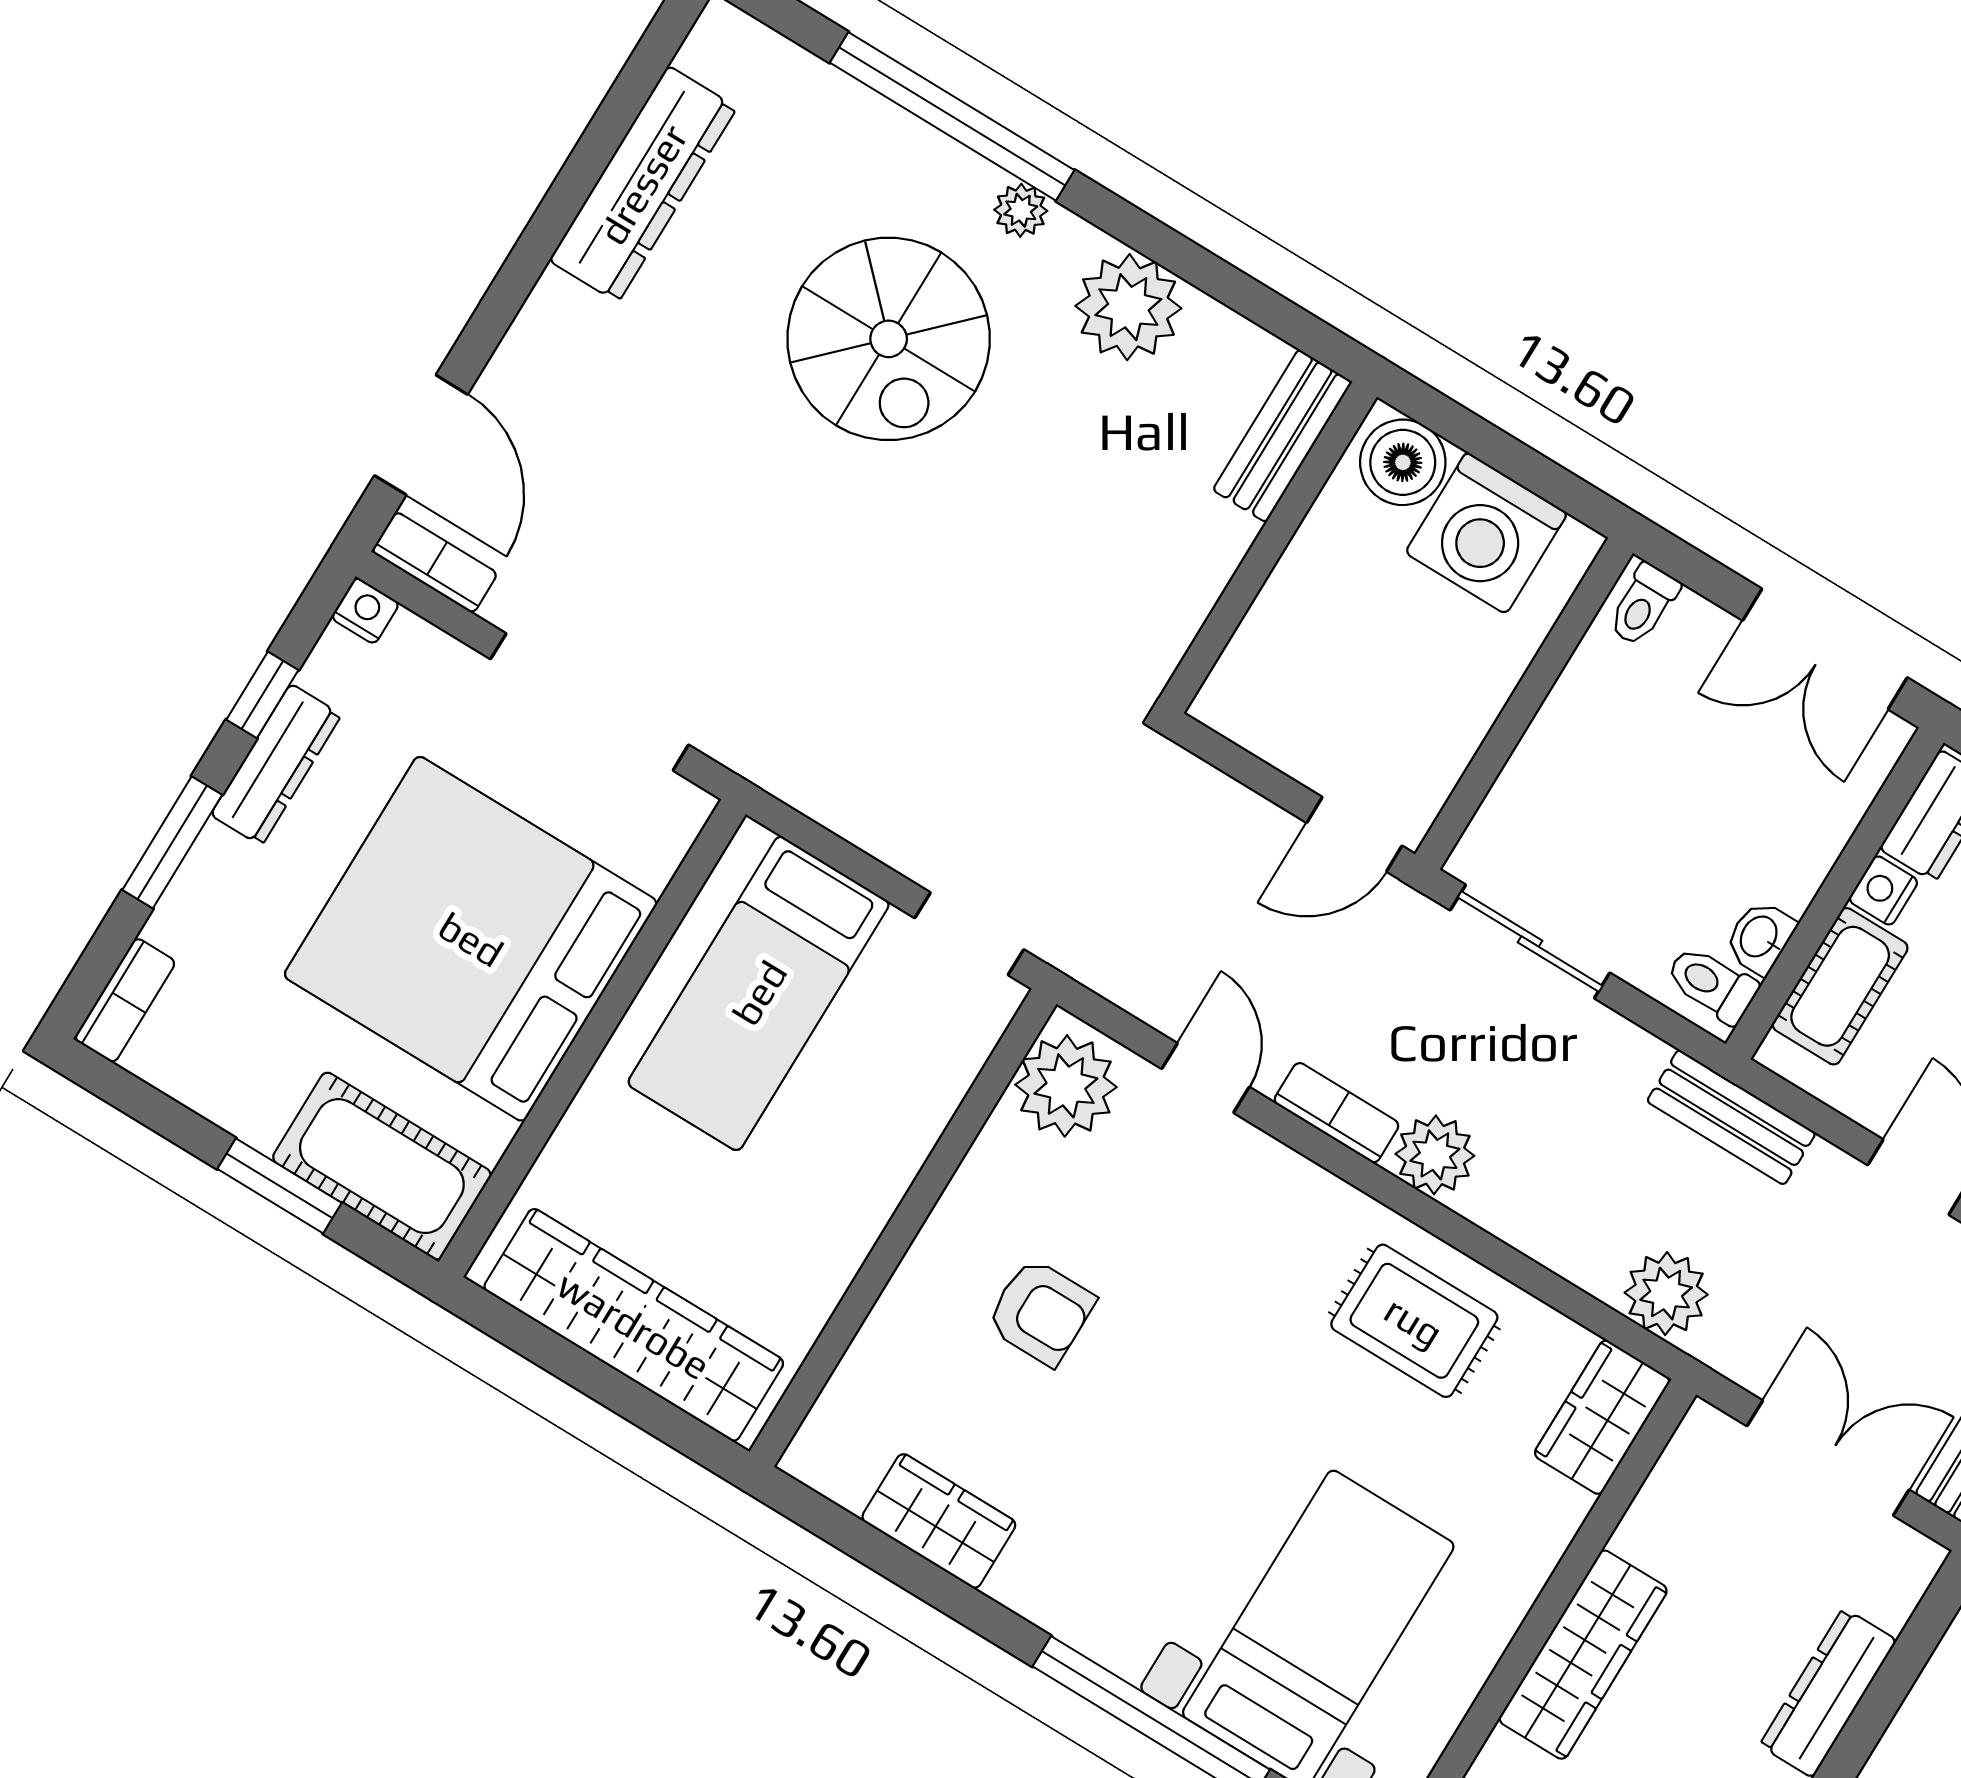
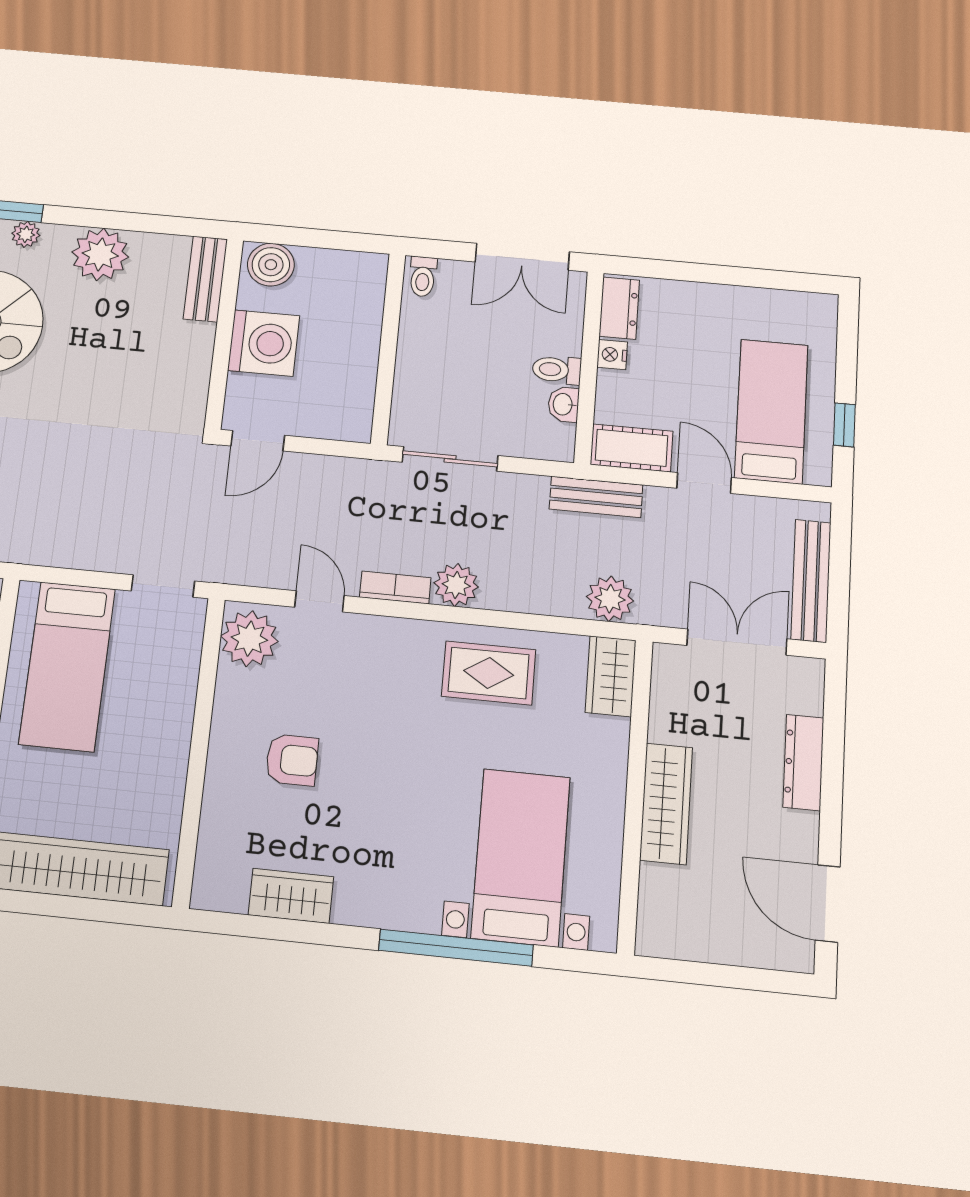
washing machine: (1486, 533) -> (264, 343), moved, turned -90
door: (1354, 834) -> (258, 441), moved
toilet: (1712, 984) -> (557, 370), moved
cot: (1840, 986) -> (632, 448), moved, turned 90

